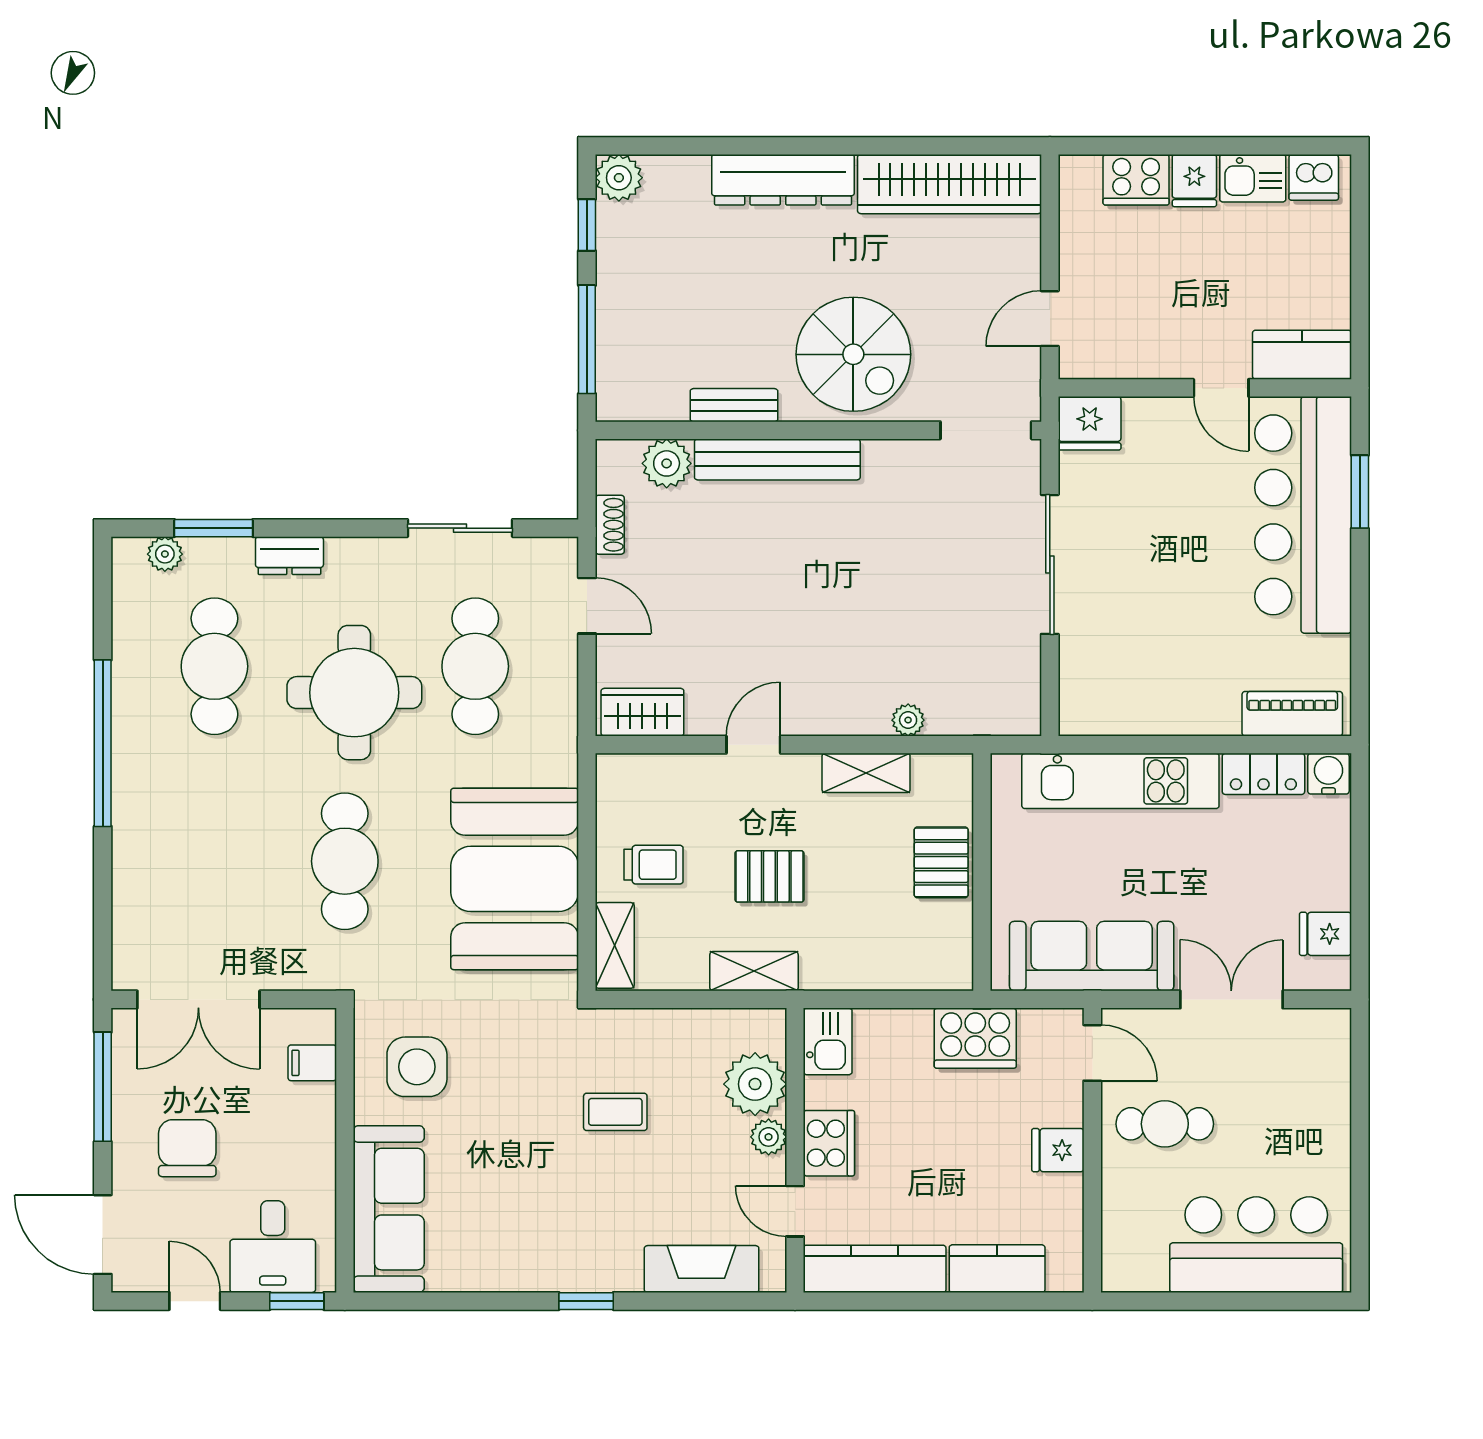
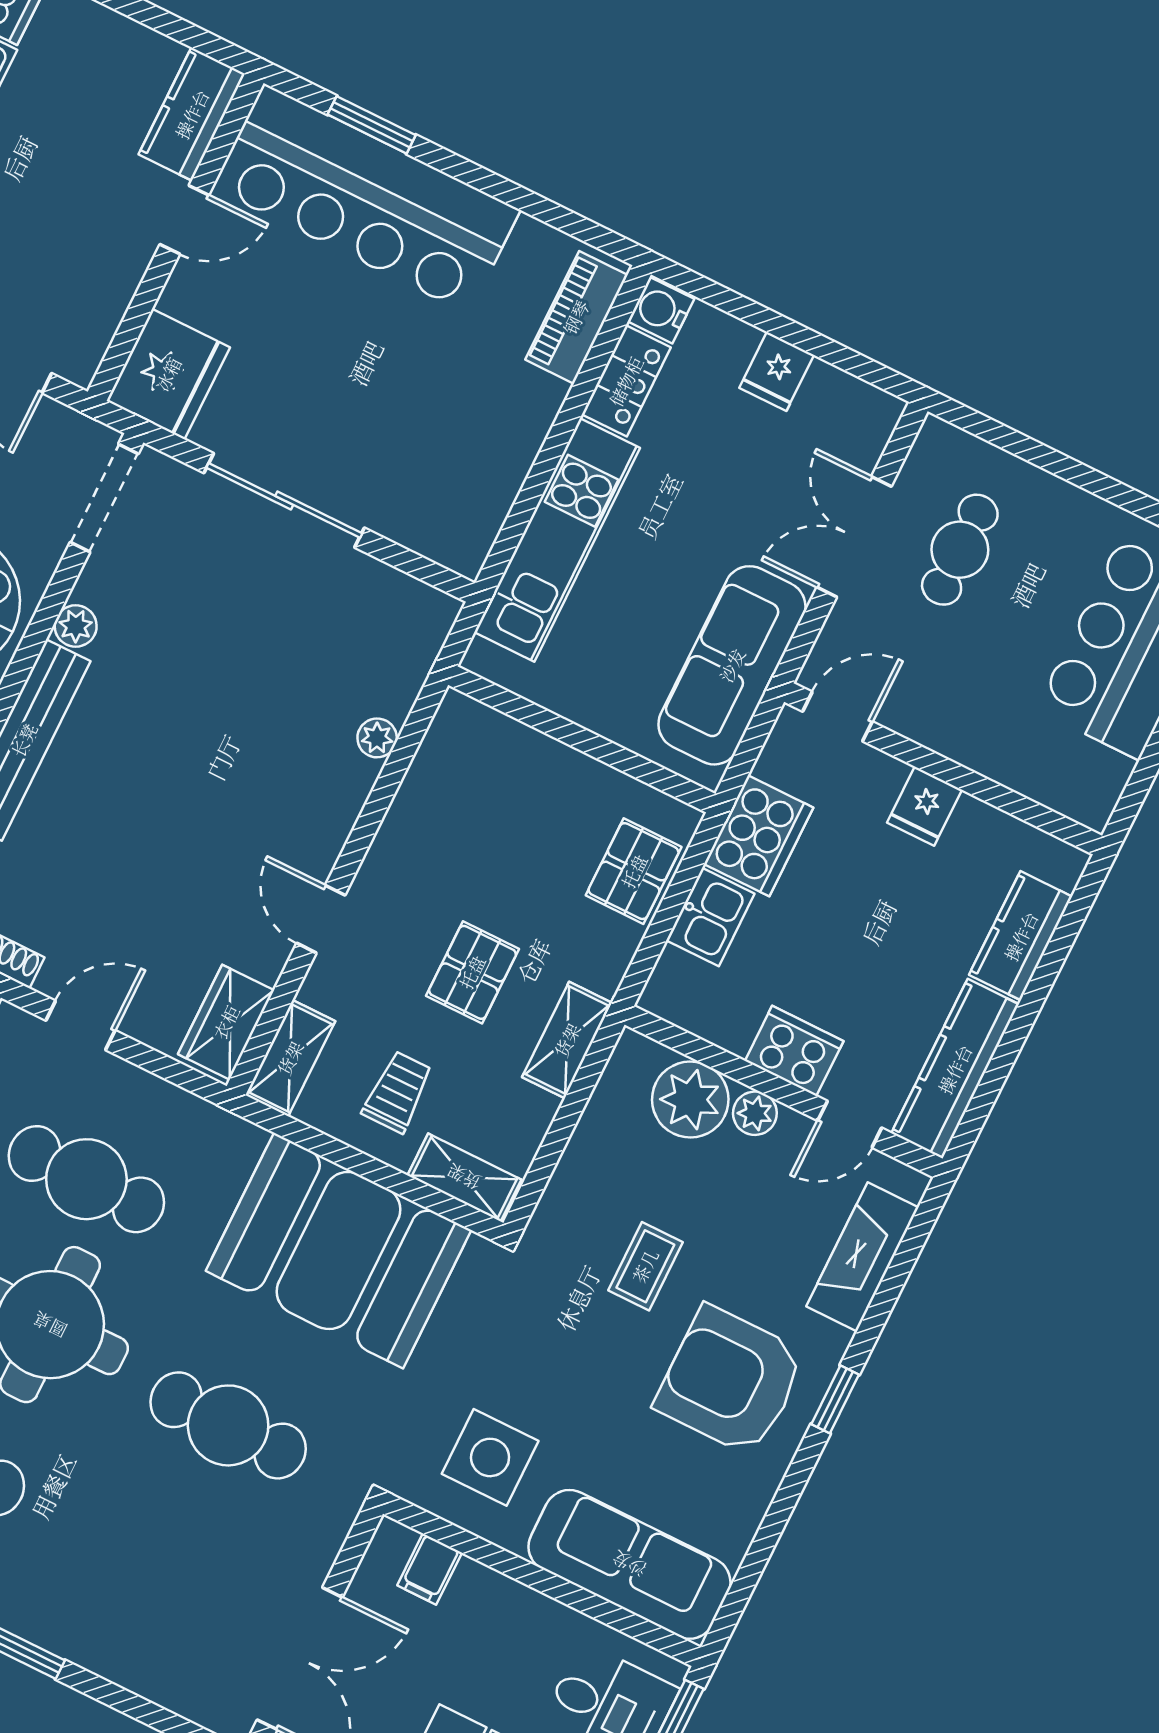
fridge: (1090, 423) -> (168, 374), width x1.36, depth x1.34
plant: (881, 456) -> (76, 626), added
shelving: (866, 773) -> (290, 1058), moved
pallet: (941, 862) -> (634, 871), moved, turned 90
fridge: (1325, 934) -> (777, 371), moved
kitchen sink: (828, 1041) -> (710, 917), moved, turned 90
cafe table: (1165, 1124) -> (960, 550), moved
armchair: (562, 1217) -> (730, 1381), added

